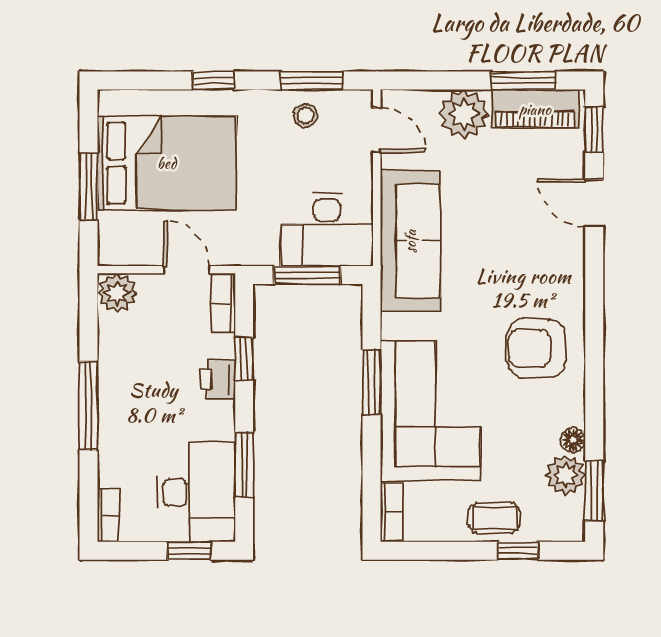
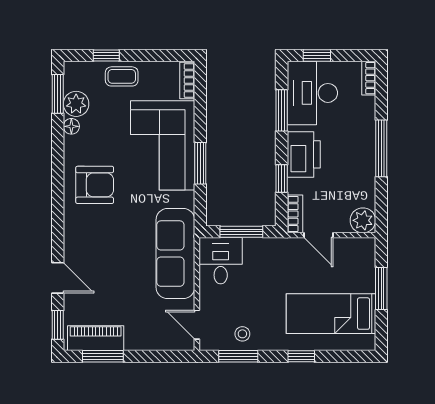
plant: (464, 114) -> (141, 335), removed
bed: (167, 163) -> (331, 314), width x0.67
desk: (327, 230) -> (221, 261), width x0.73
printer: (218, 379) -> (304, 154), width x1.87, depth x1.48

